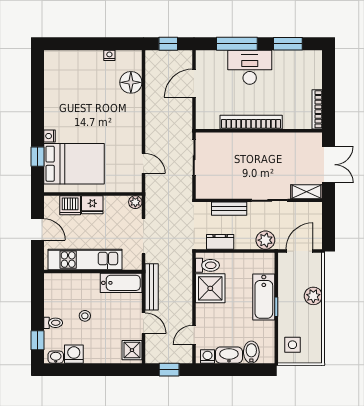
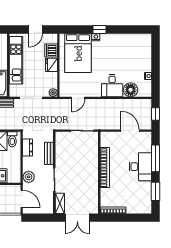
desk: (124, 111) -> (112, 86), added
window: (37, 157) -> (99, 29), moved

